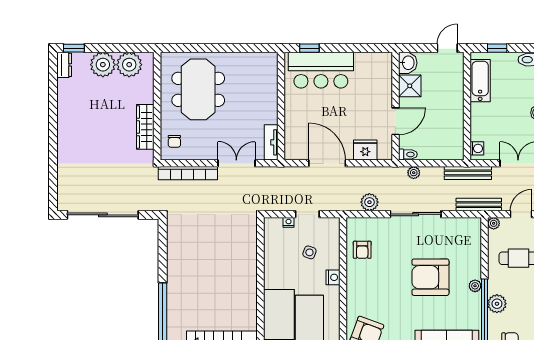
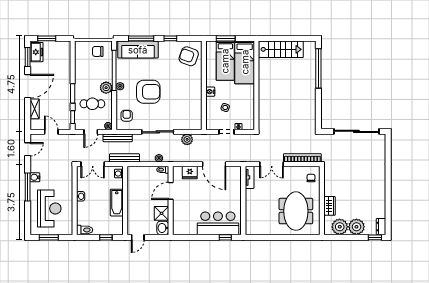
bathtub: (480, 81) -> (117, 203), moved
wardrobe: (145, 127) -> (330, 206), moved, width x0.67
armchair: (362, 250) -> (127, 116), moved
plant: (497, 304) -> (106, 88), moved

